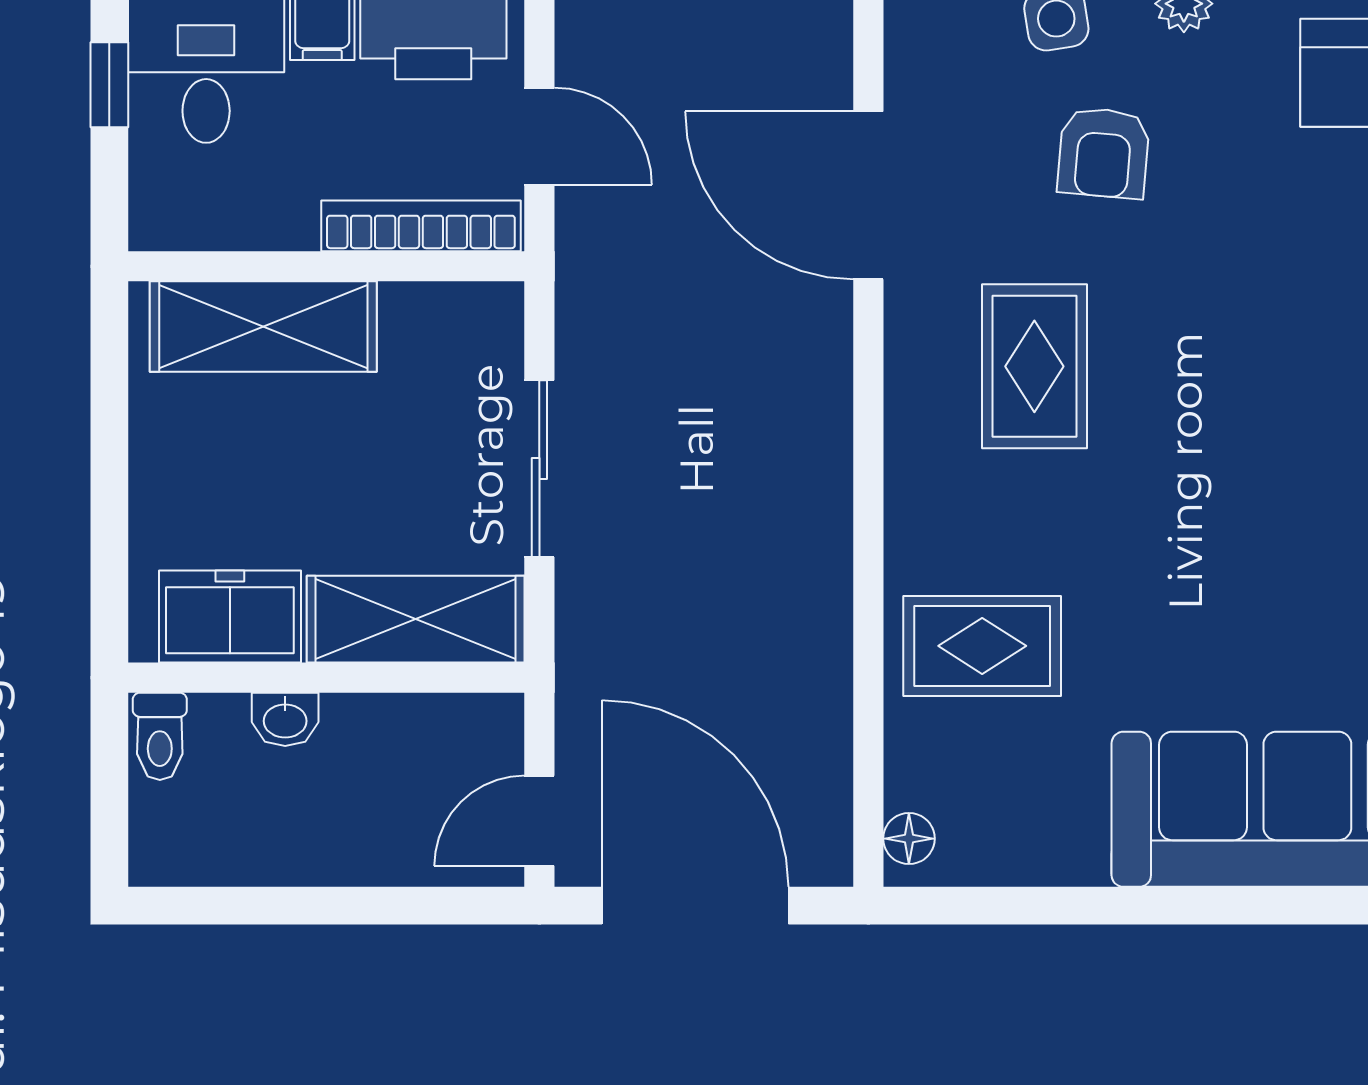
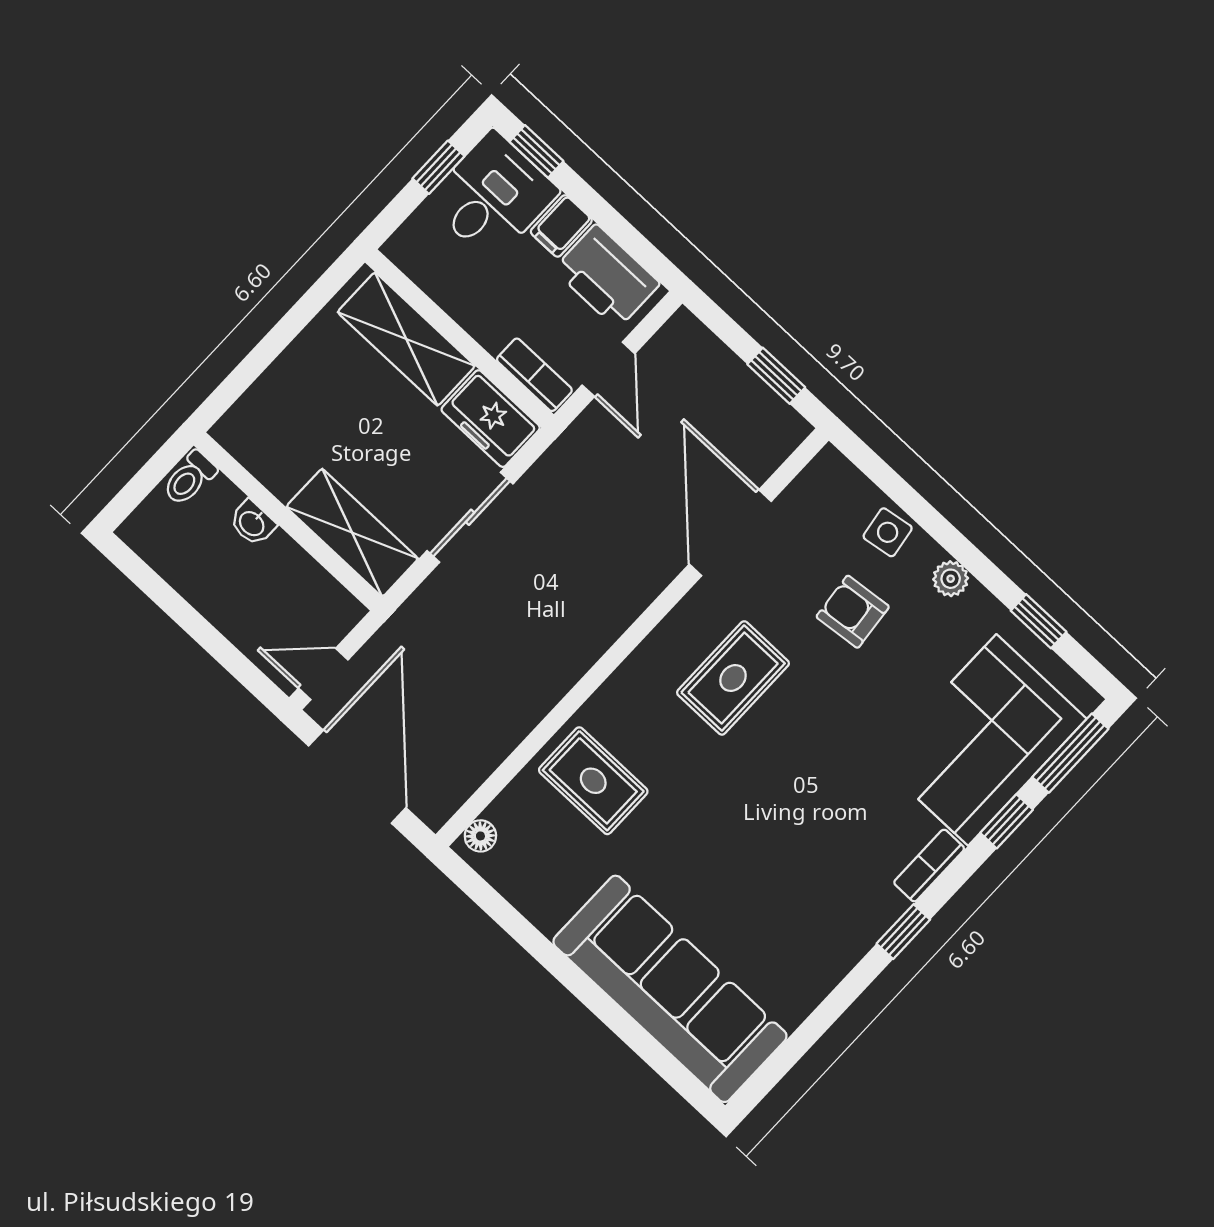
armchair: (1104, 153) -> (853, 612), turned 79
bookcase: (421, 226) -> (534, 375), width x0.64
freezer: (230, 617) -> (491, 419), moved, turned 180

